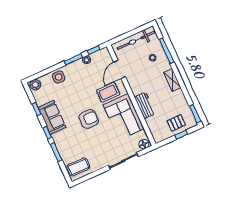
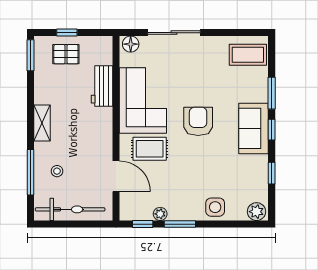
door: (120, 69) -> (116, 176), hinge flipped
workbench: (145, 105) -> (102, 86), moved
sofa: (52, 117) -> (254, 128), moved
armchair: (89, 119) -> (198, 121), turned 90

